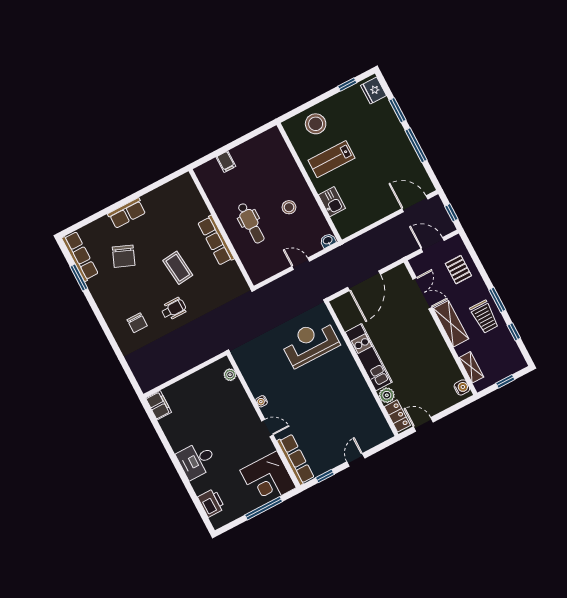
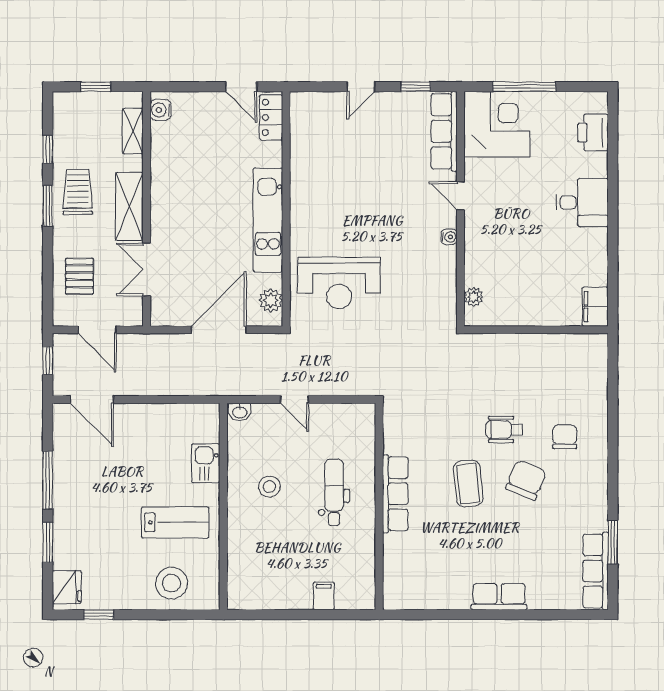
chair: (124, 256) -> (526, 480), moved
plant: (387, 395) -> (271, 300), moved

